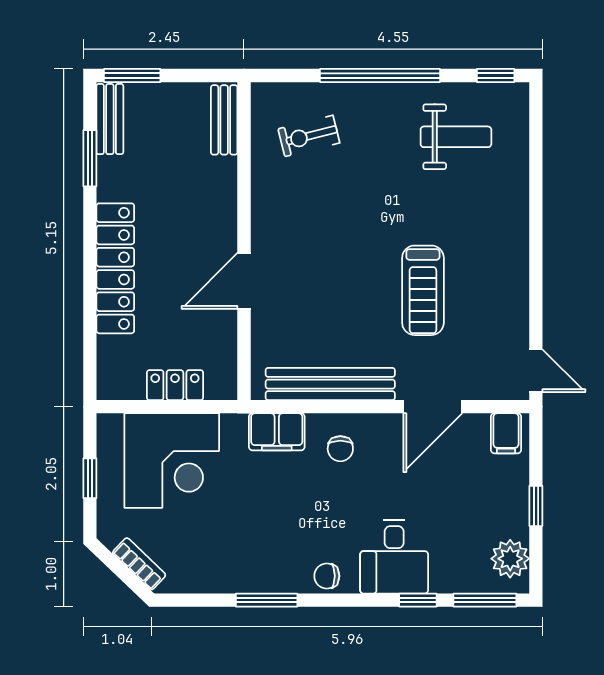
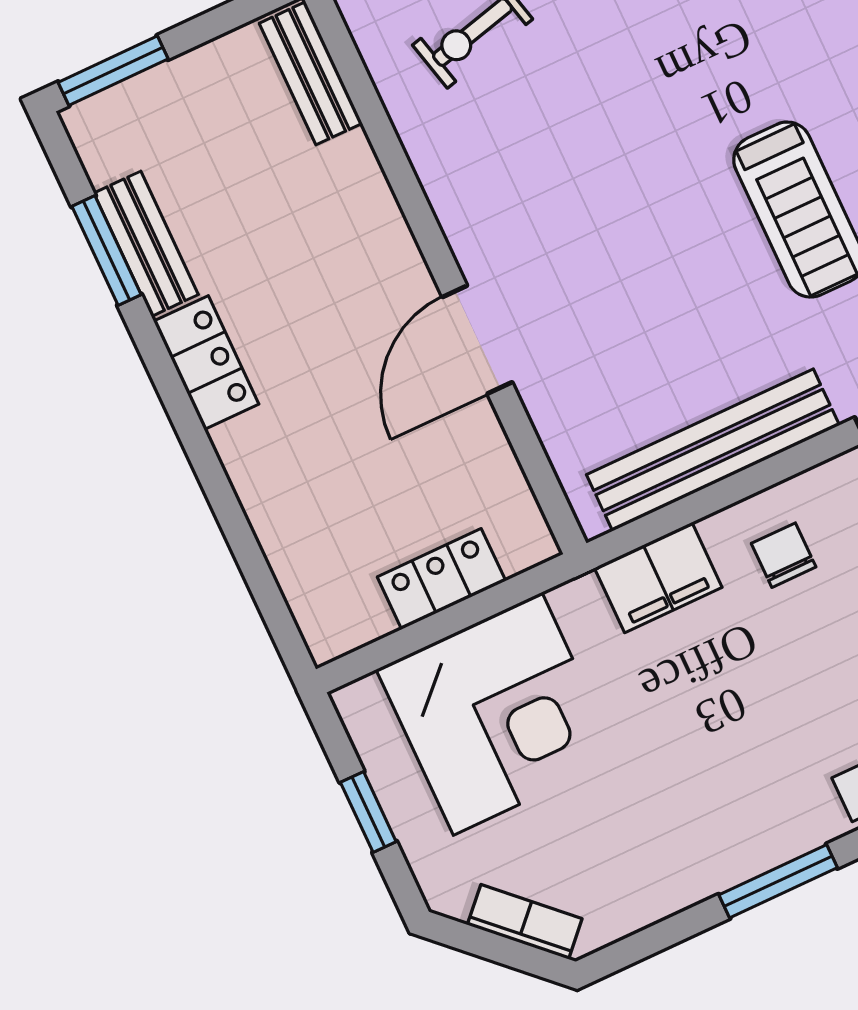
bench: (110, 119) -> (146, 244), moved
locker: (115, 268) -> (206, 363), width x0.46, depth x0.83
chair: (340, 449) -> (784, 555), turned 180

